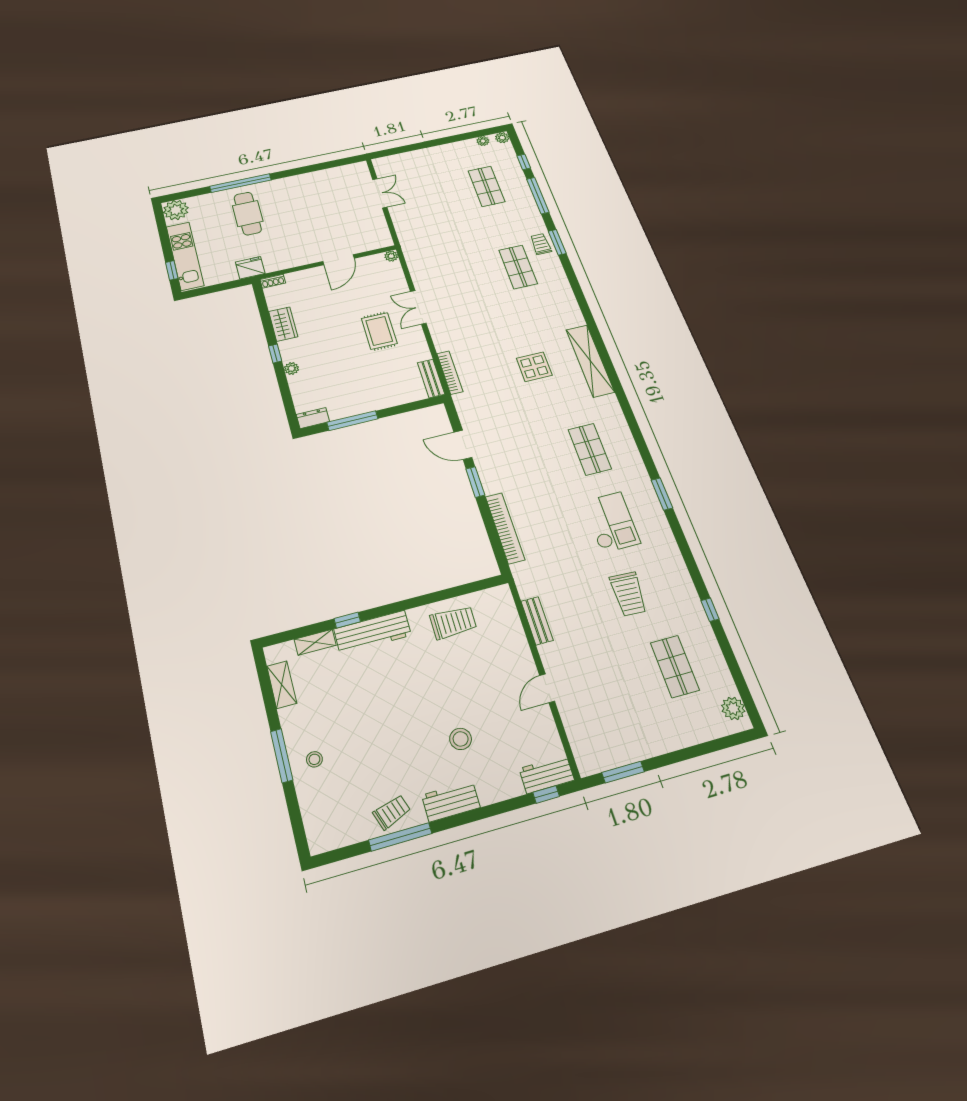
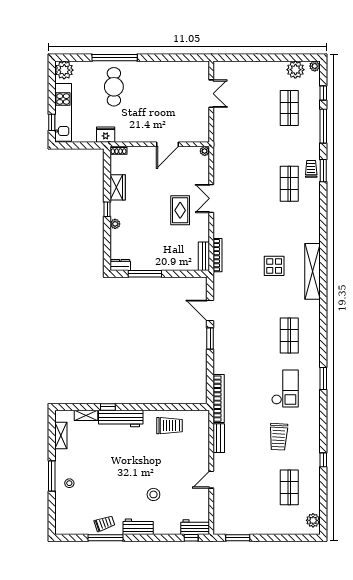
plant: (483, 141) -> (295, 70), width x1.88, depth x1.88
bookcase: (505, 528) -> (219, 399), moved

